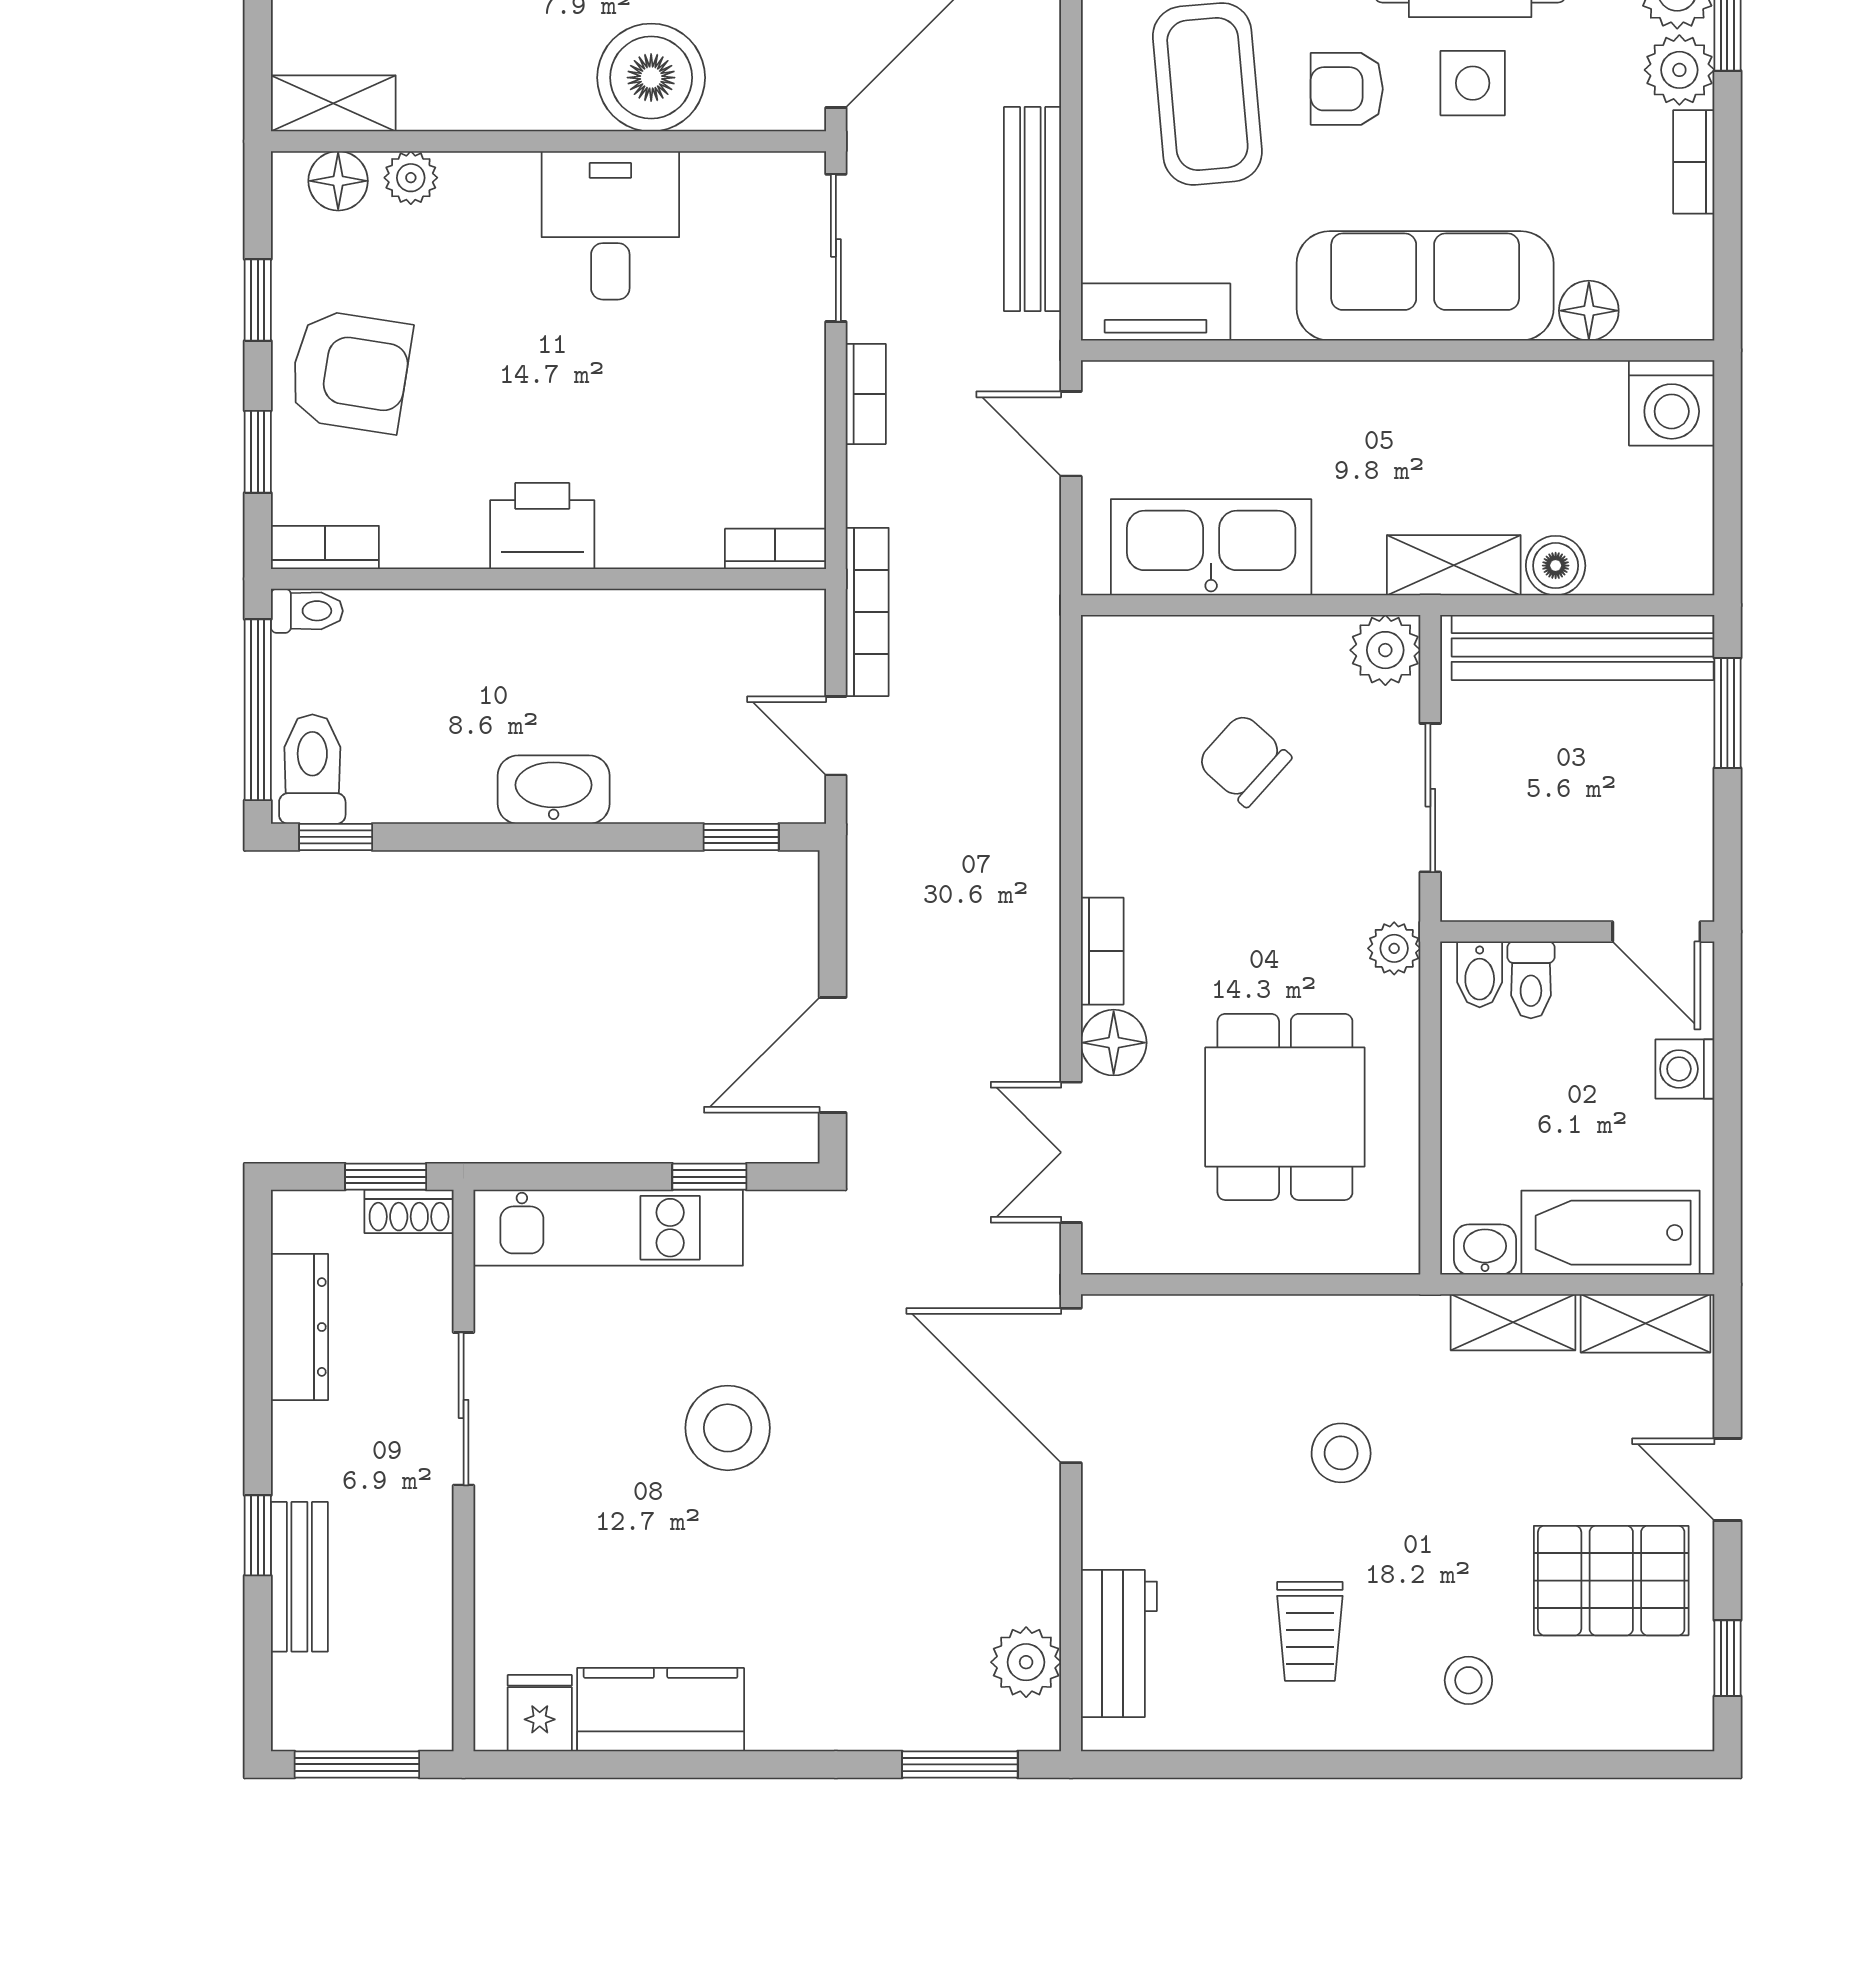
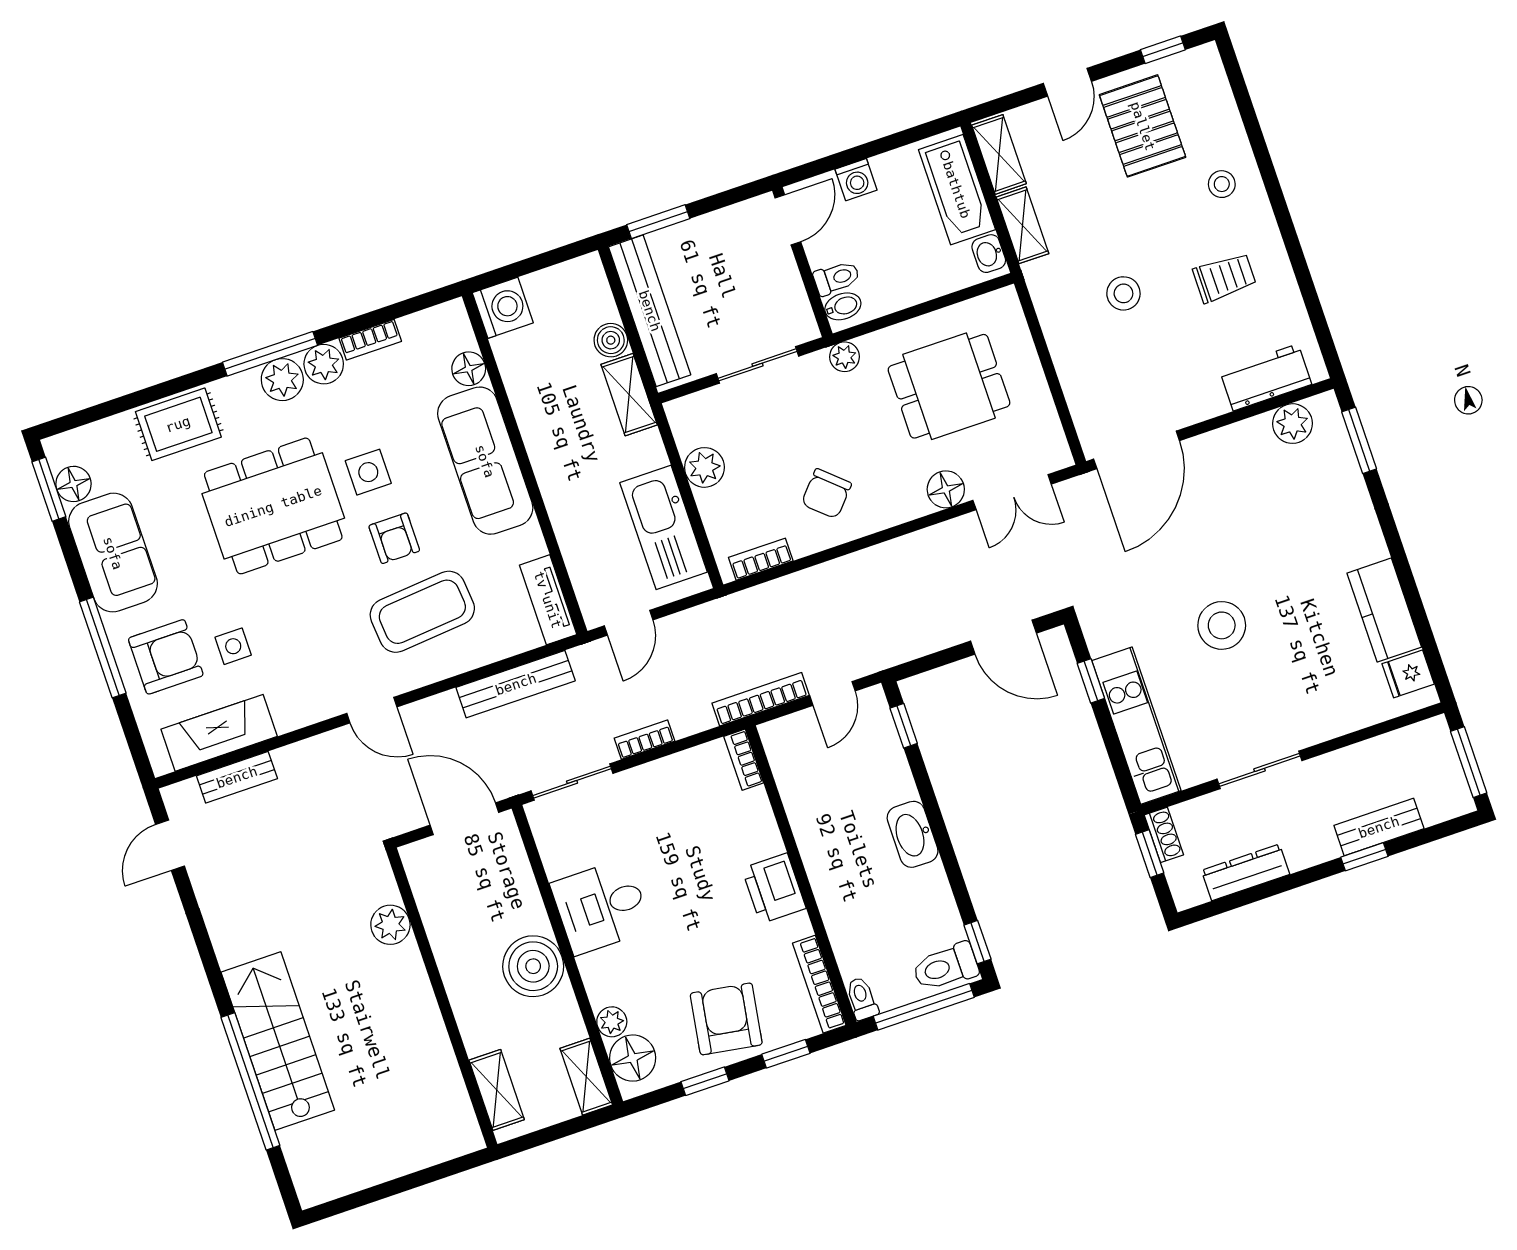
boiler: (651, 78) -> (533, 966), moved
floor lamp: (338, 181) -> (633, 1058), width x1.38, depth x1.38
bookcase: (325, 547) -> (819, 984), width x1.56
plant: (1385, 650) -> (704, 467), moved
chair: (1244, 760) -> (826, 494), moved
bookcase: (1102, 951) -> (761, 559), moved

